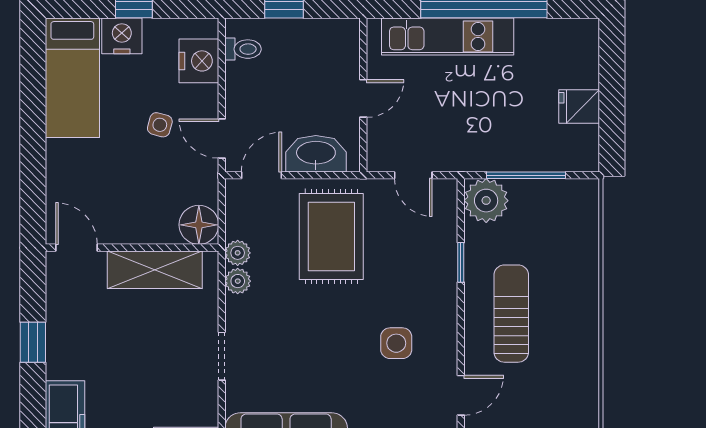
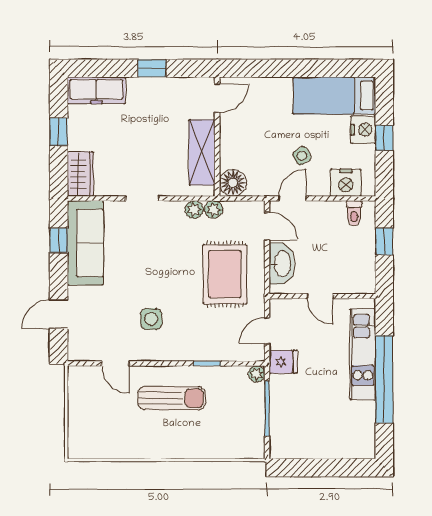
fridge: (579, 107) -> (283, 362), moved, turned 90
side table: (160, 125) -> (302, 156), turned 45
plant: (486, 201) -> (257, 374), width x0.53, depth x0.53
rug: (331, 237) -> (225, 274), turned 90

